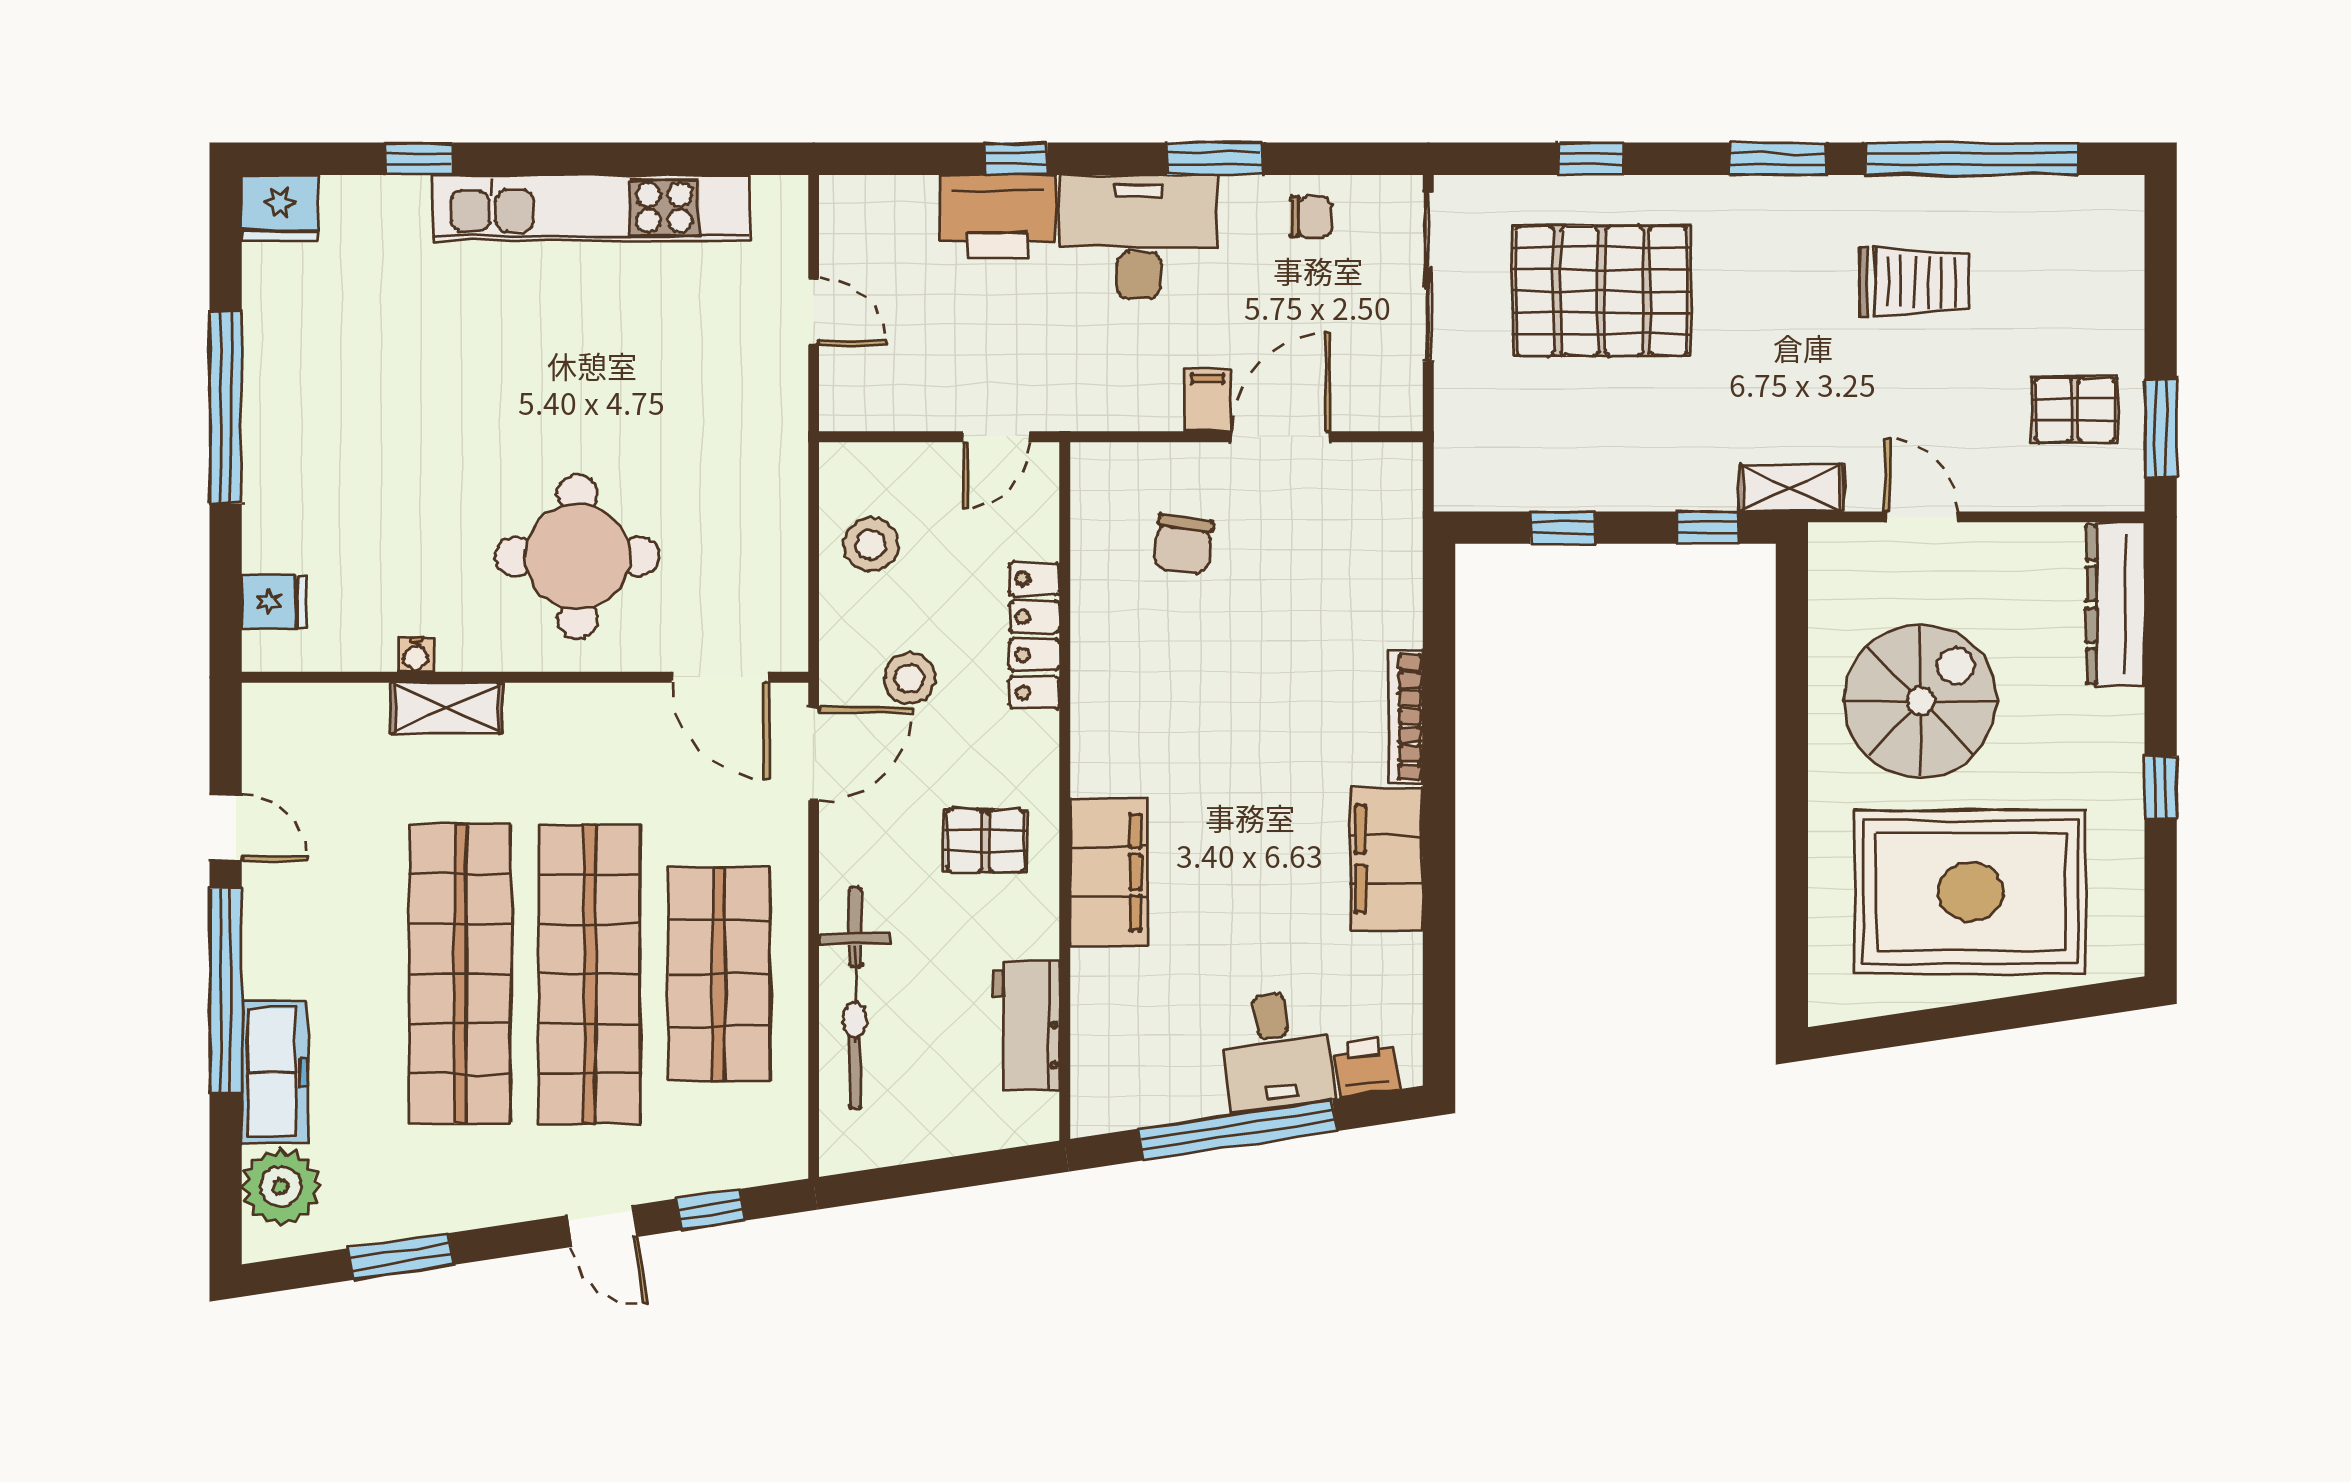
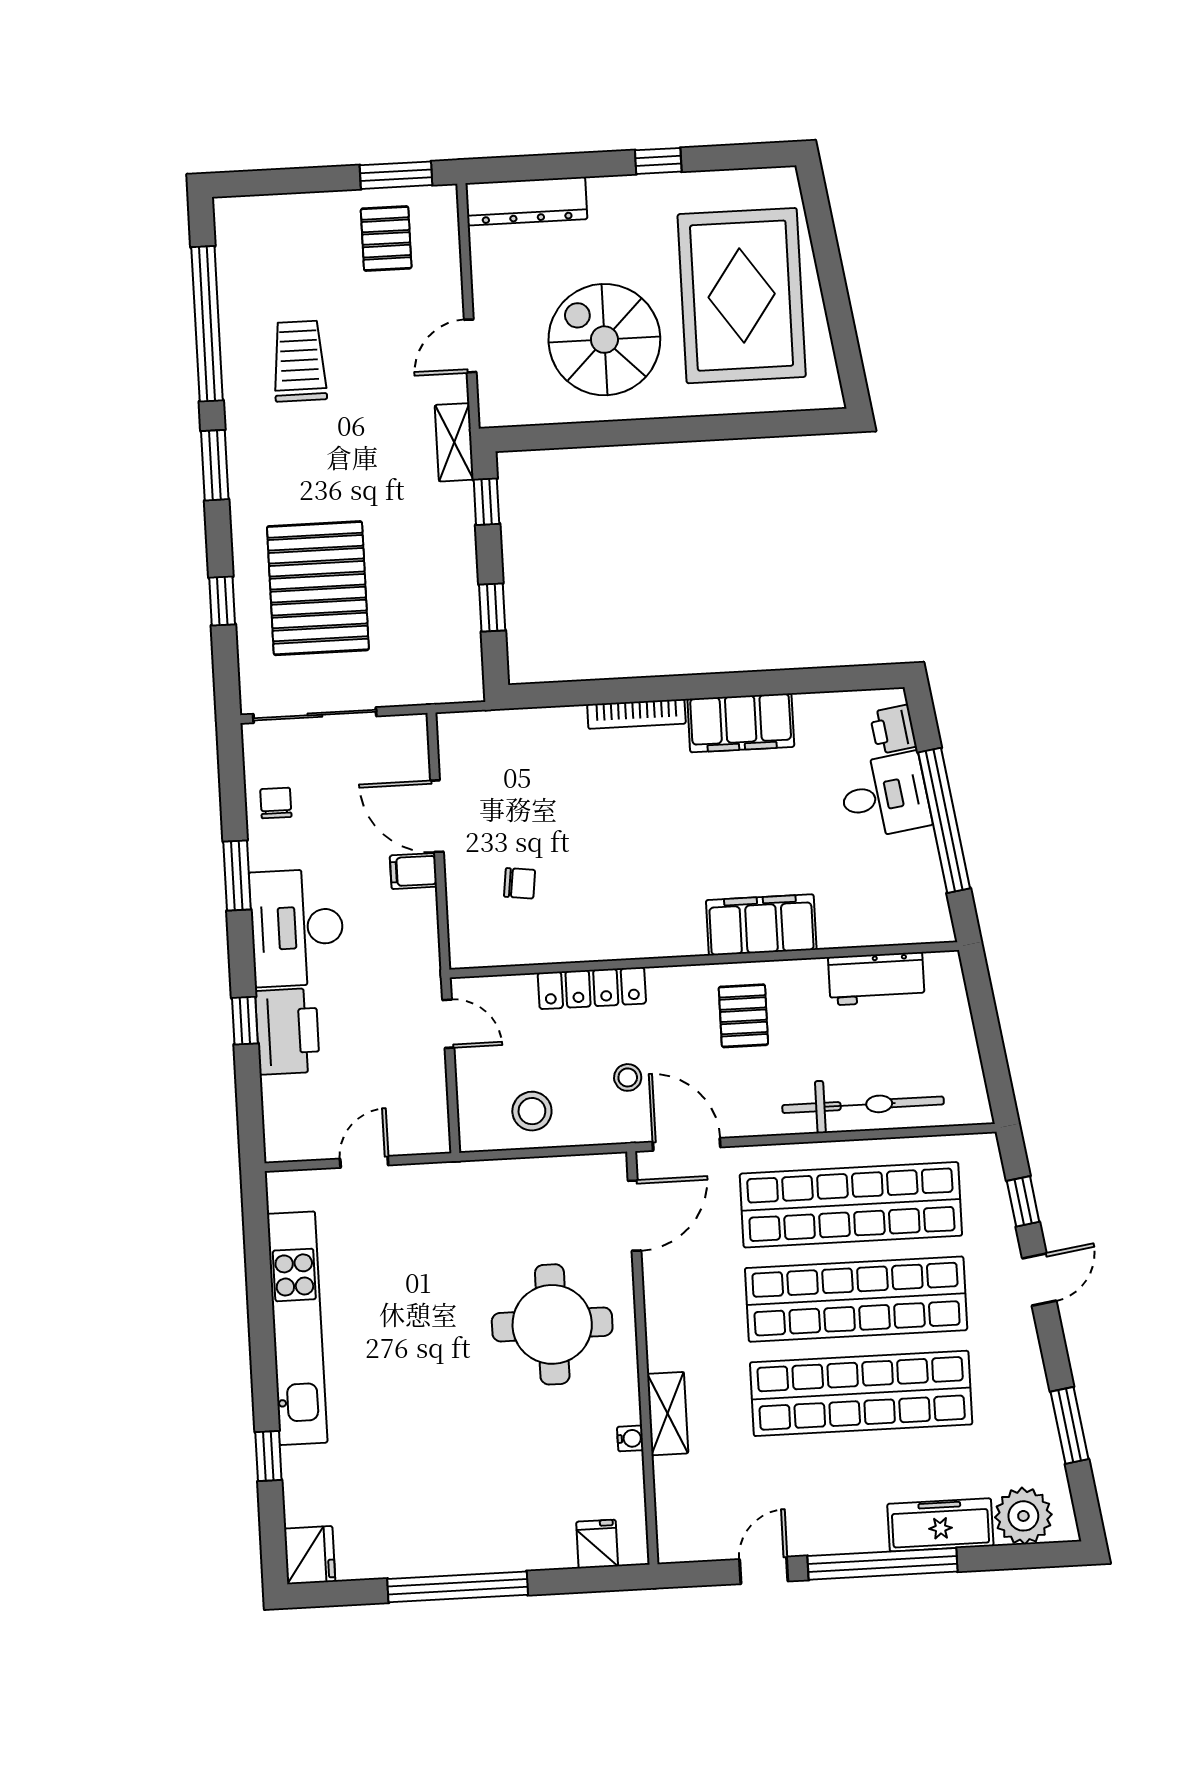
chair: (1183, 545) -> (520, 883), width x0.73, depth x0.73
stool: (910, 678) -> (628, 1077), width x0.73, depth x0.73
shop shelf: (719, 974) -> (851, 1205), width x1.40

